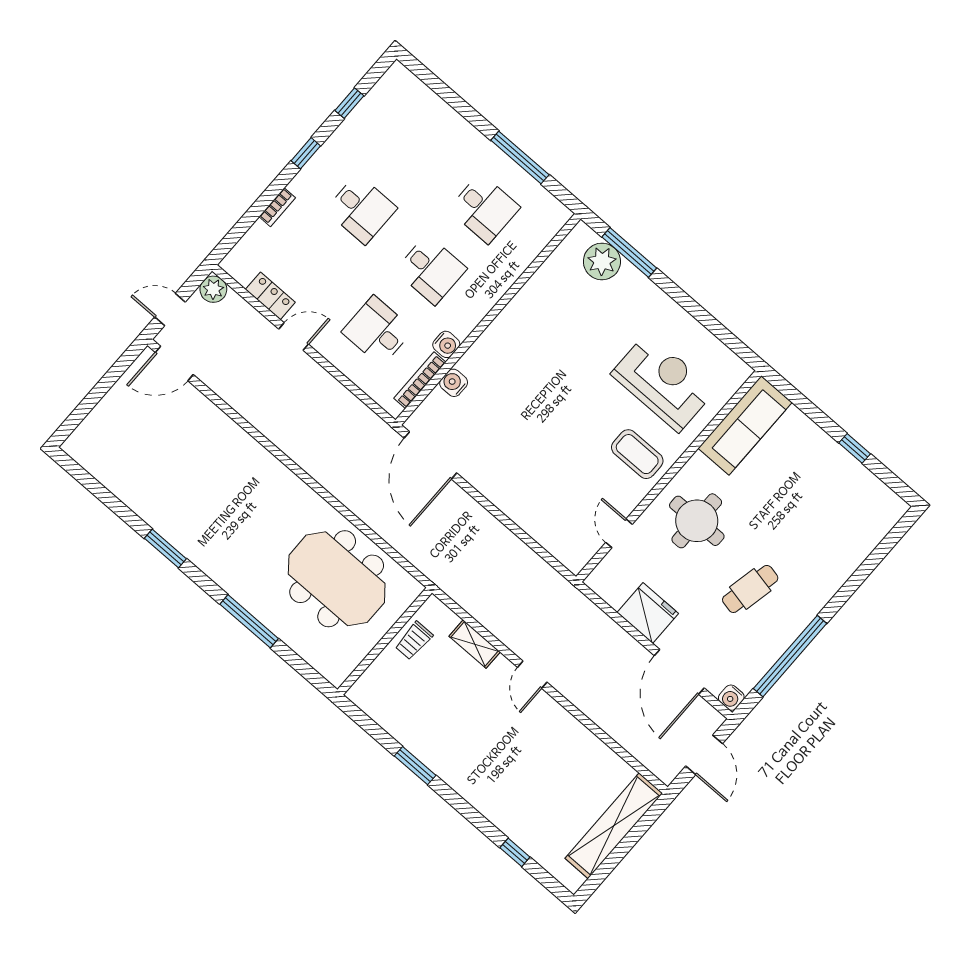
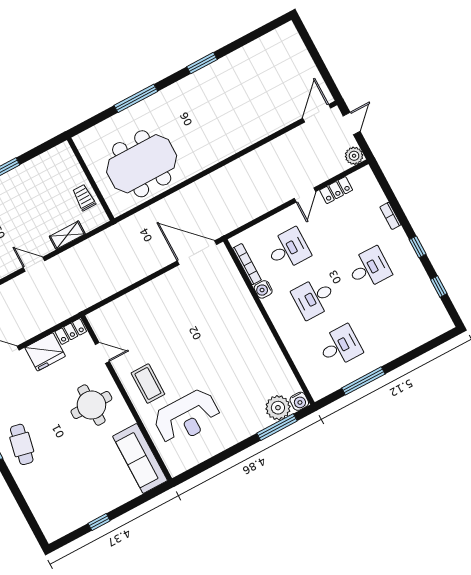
desk: (484, 208) -> (340, 346), turned 180
desk: (361, 209) -> (369, 268), turned 180
water cooler: (454, 383) -> (299, 401), moved, turned 90
coffee table: (637, 454) -> (148, 384), turned 90
locker: (606, 588) -> (71, 331), added
cafe table: (750, 589) -> (22, 444), moved

